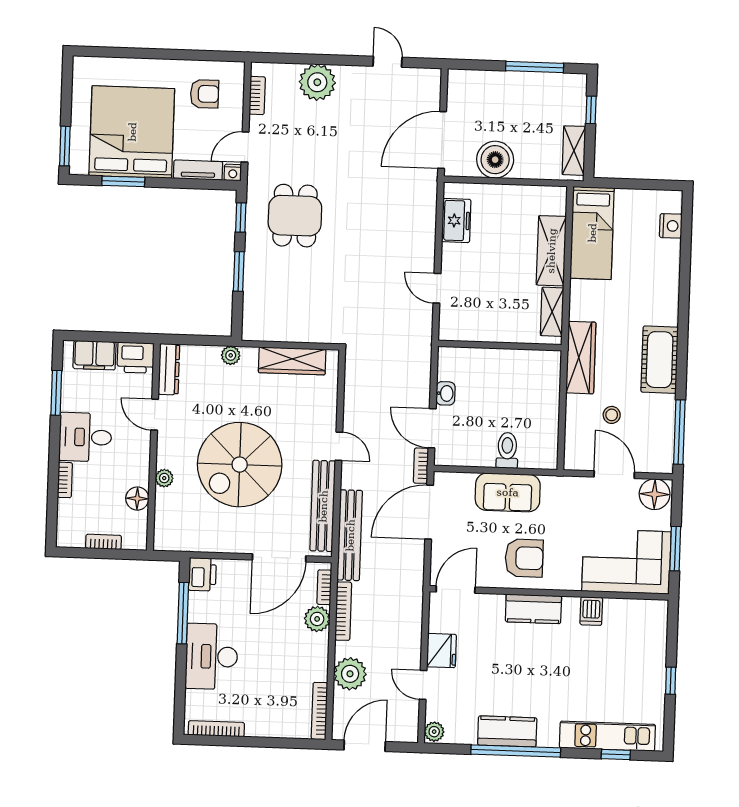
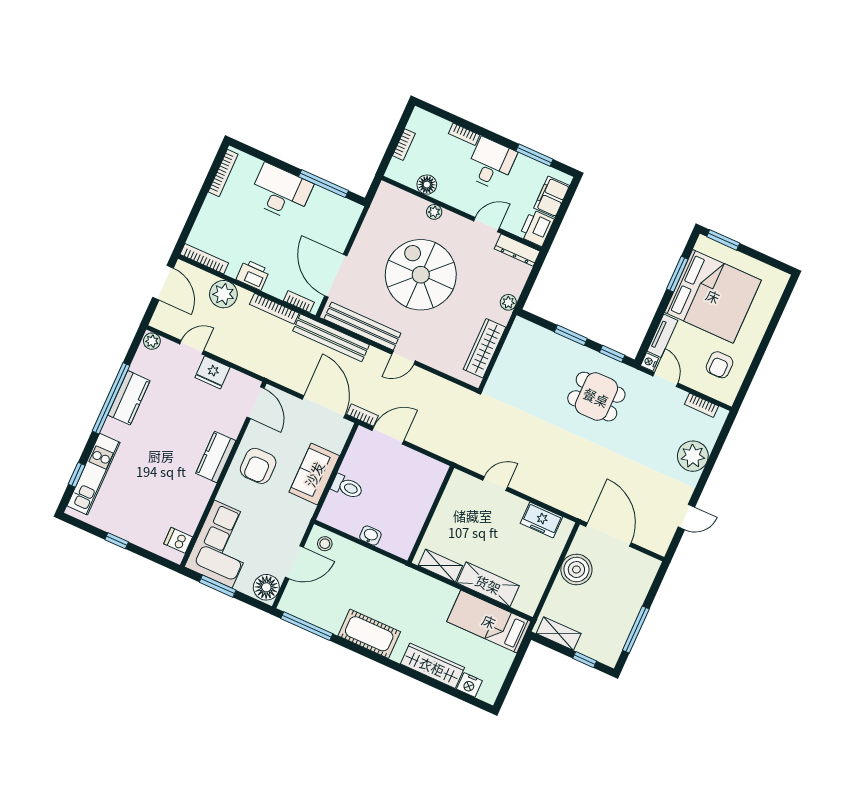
wardrobe: (581, 358) -> (432, 666), moved, turned 180
washbasin: (445, 393) -> (370, 536), moved, turned 180
stool: (612, 415) -> (325, 544), moved
printer: (202, 574) -> (253, 275), moved, turned 180
dishwasher: (591, 611) -> (178, 540), moved
plant: (317, 619) -> (276, 286), removed

